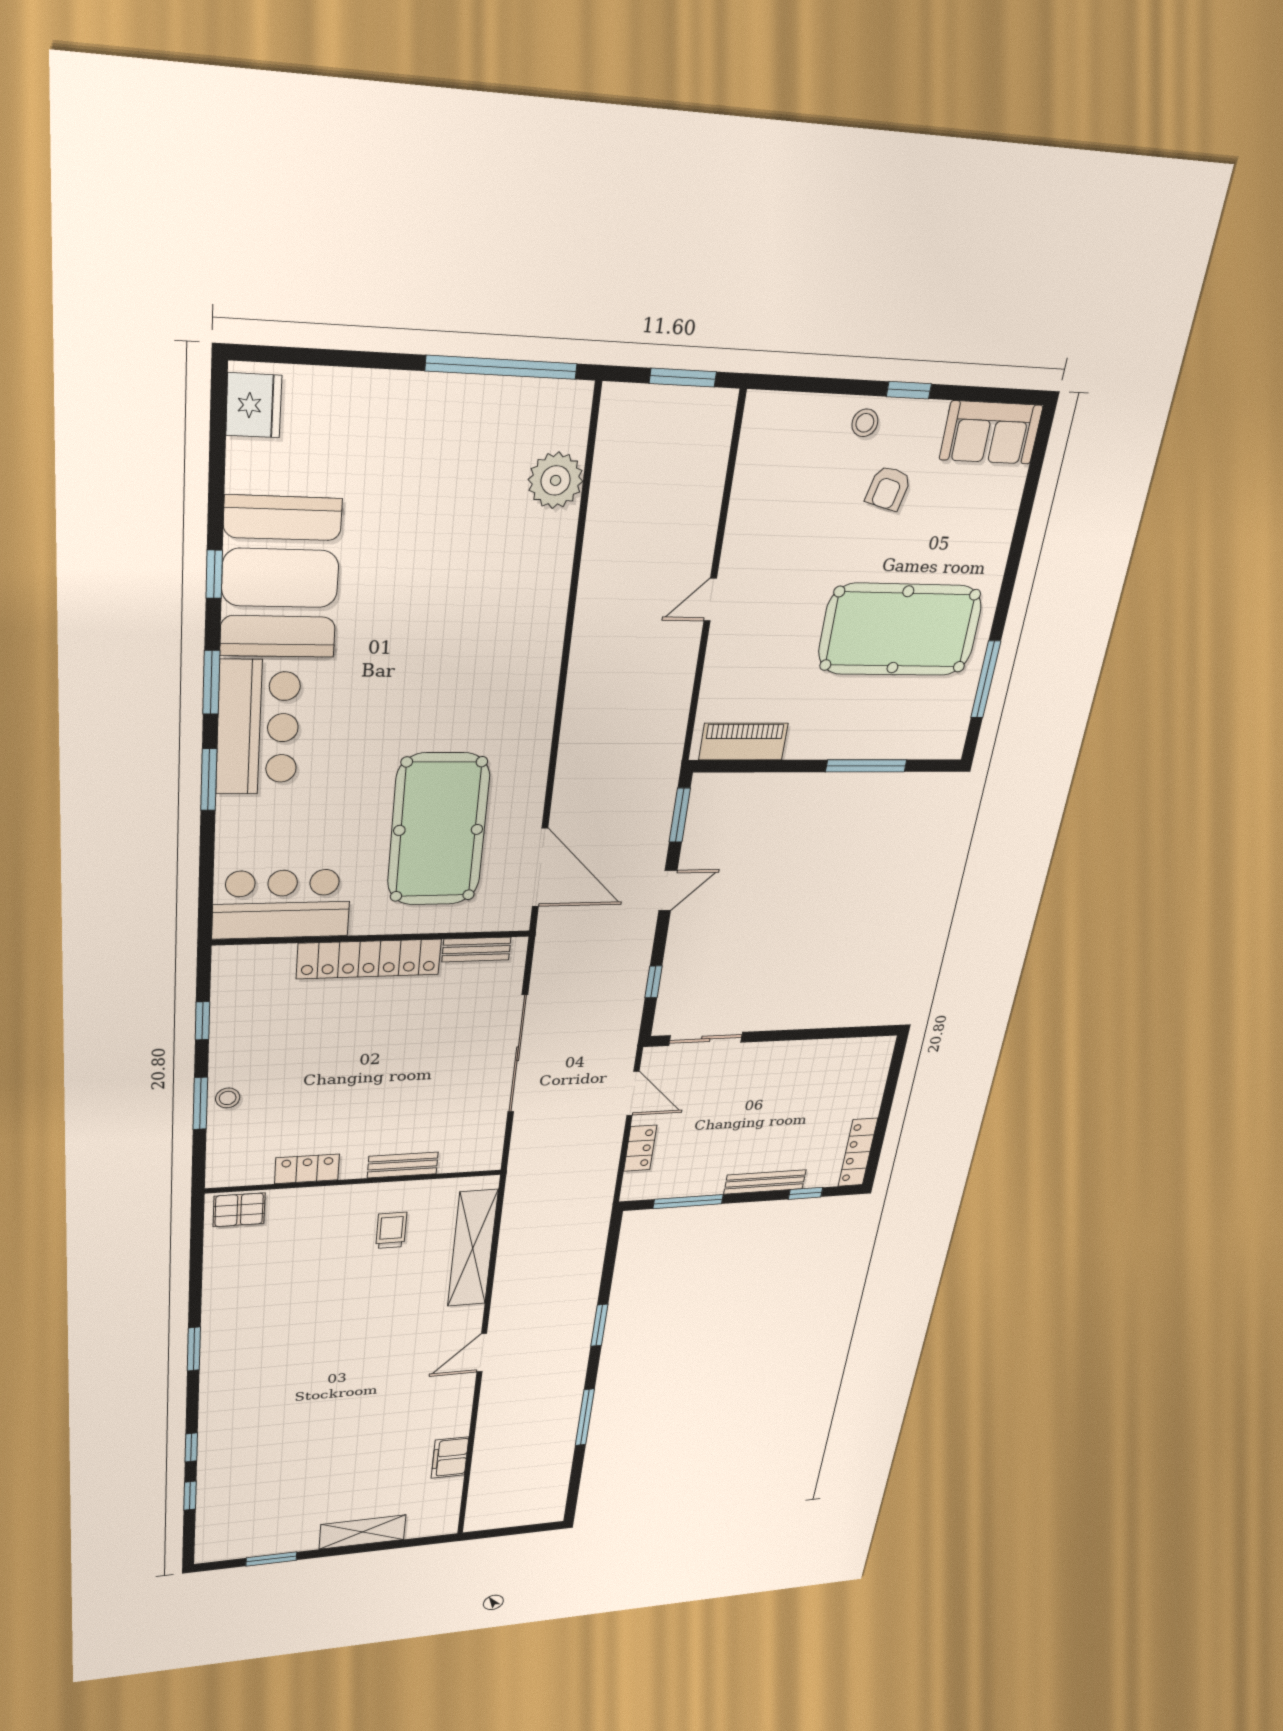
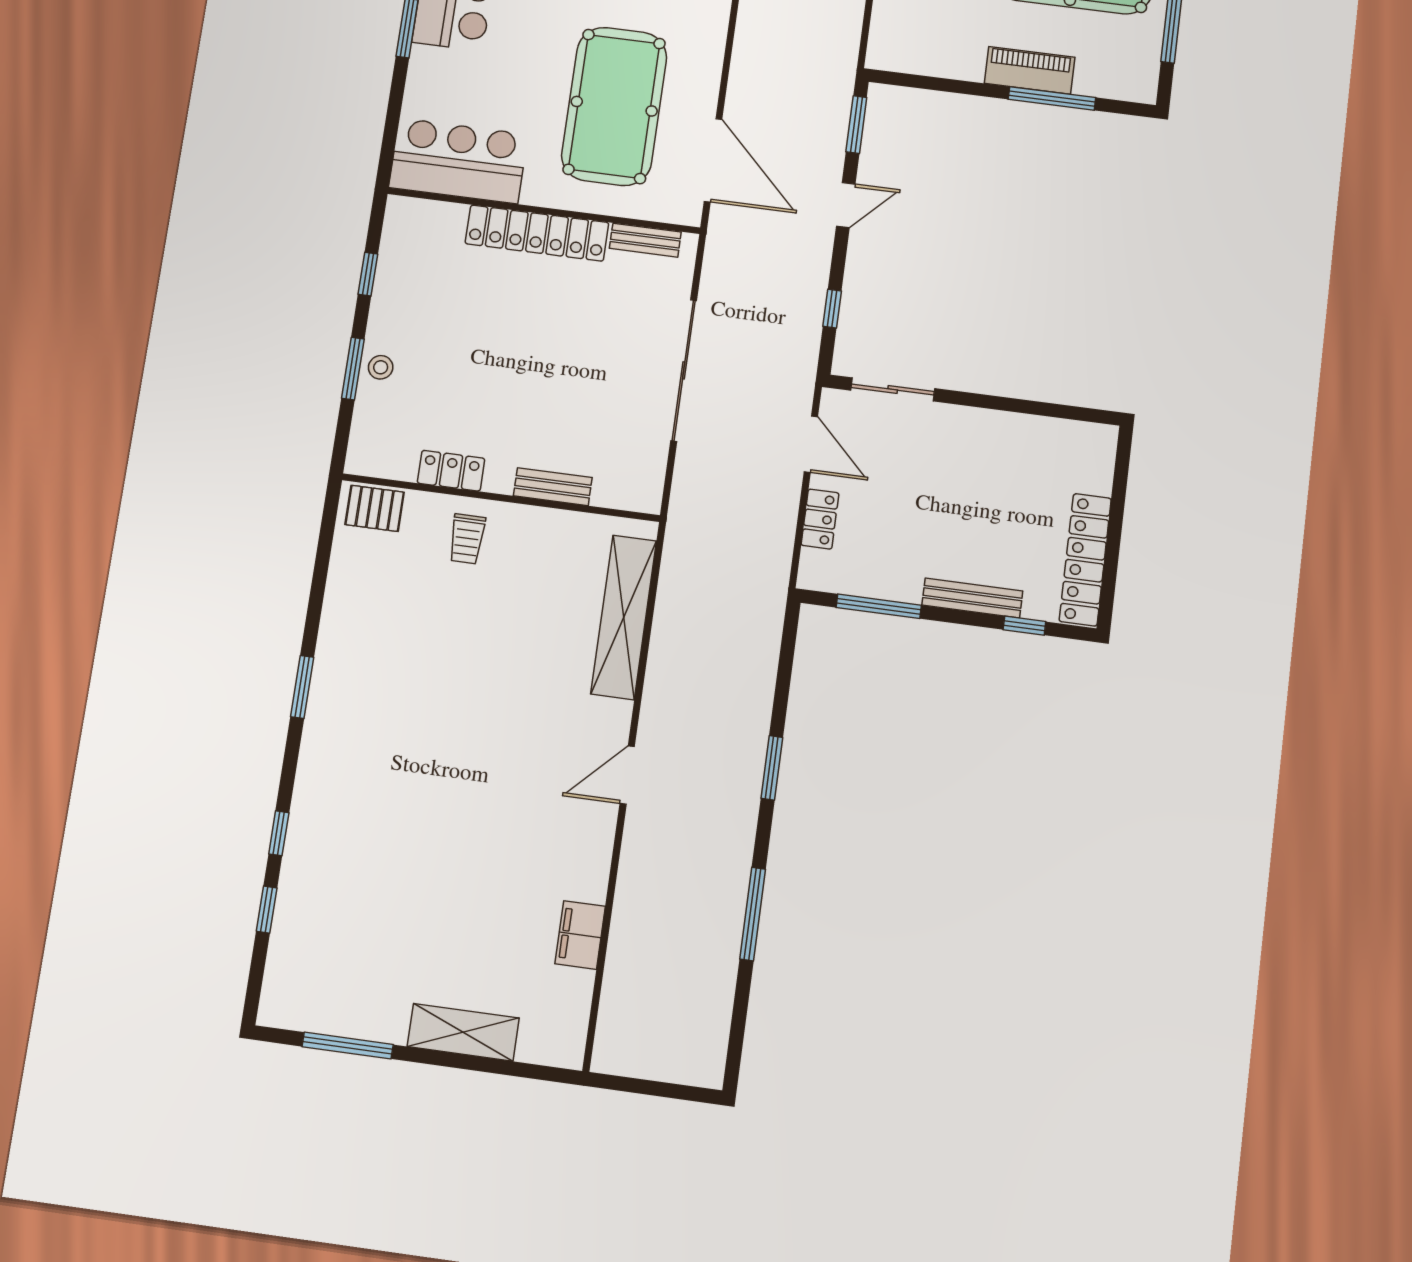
piano: (743, 742) -> (1030, 70), moved
locker: (858, 1152) -> (1085, 560), width x1.41, depth x1.21
trolley: (391, 1230) -> (467, 539), moved, turned 180
window: (271, 1559) -> (348, 1046), width x1.44

